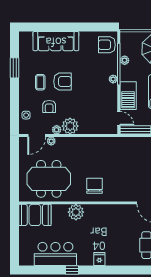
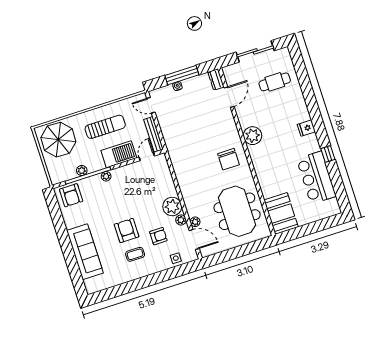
window: (15, 68) -> (129, 287), removed
chair: (94, 186) -> (228, 159), turned -90
plant: (76, 212) -> (252, 136), moved

